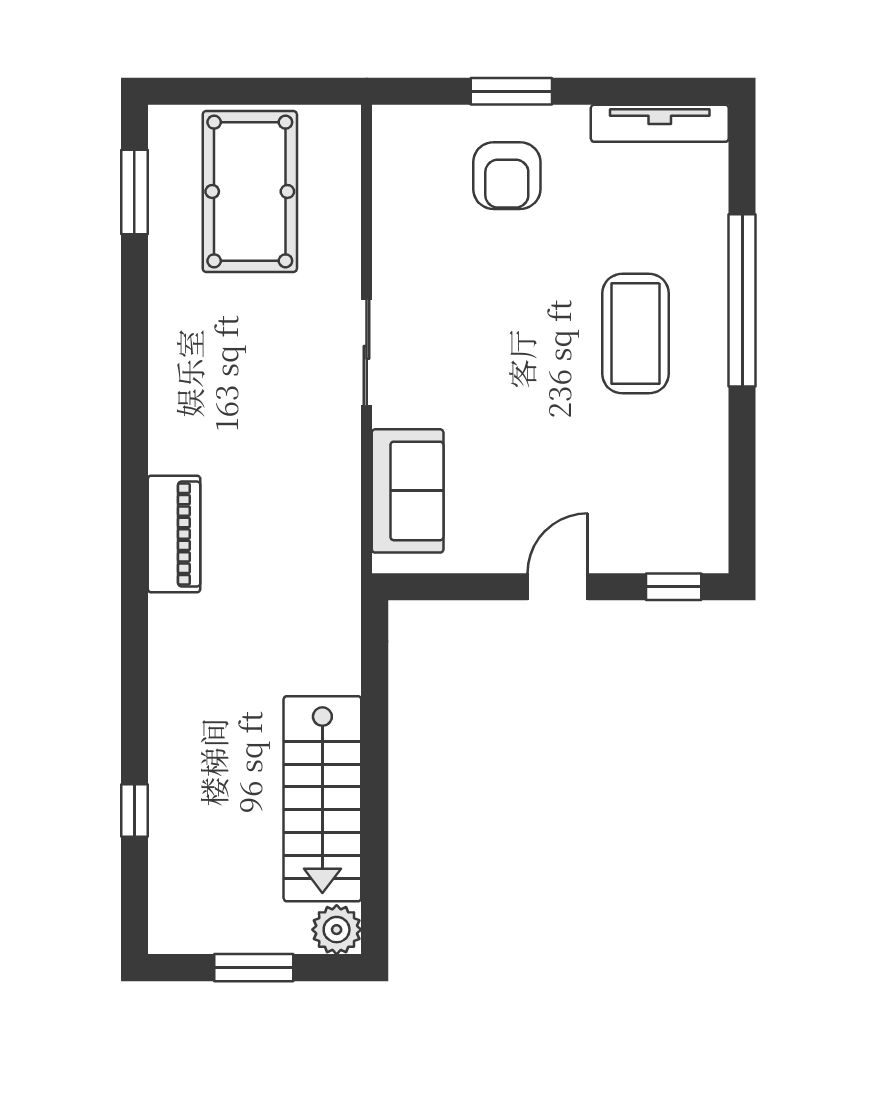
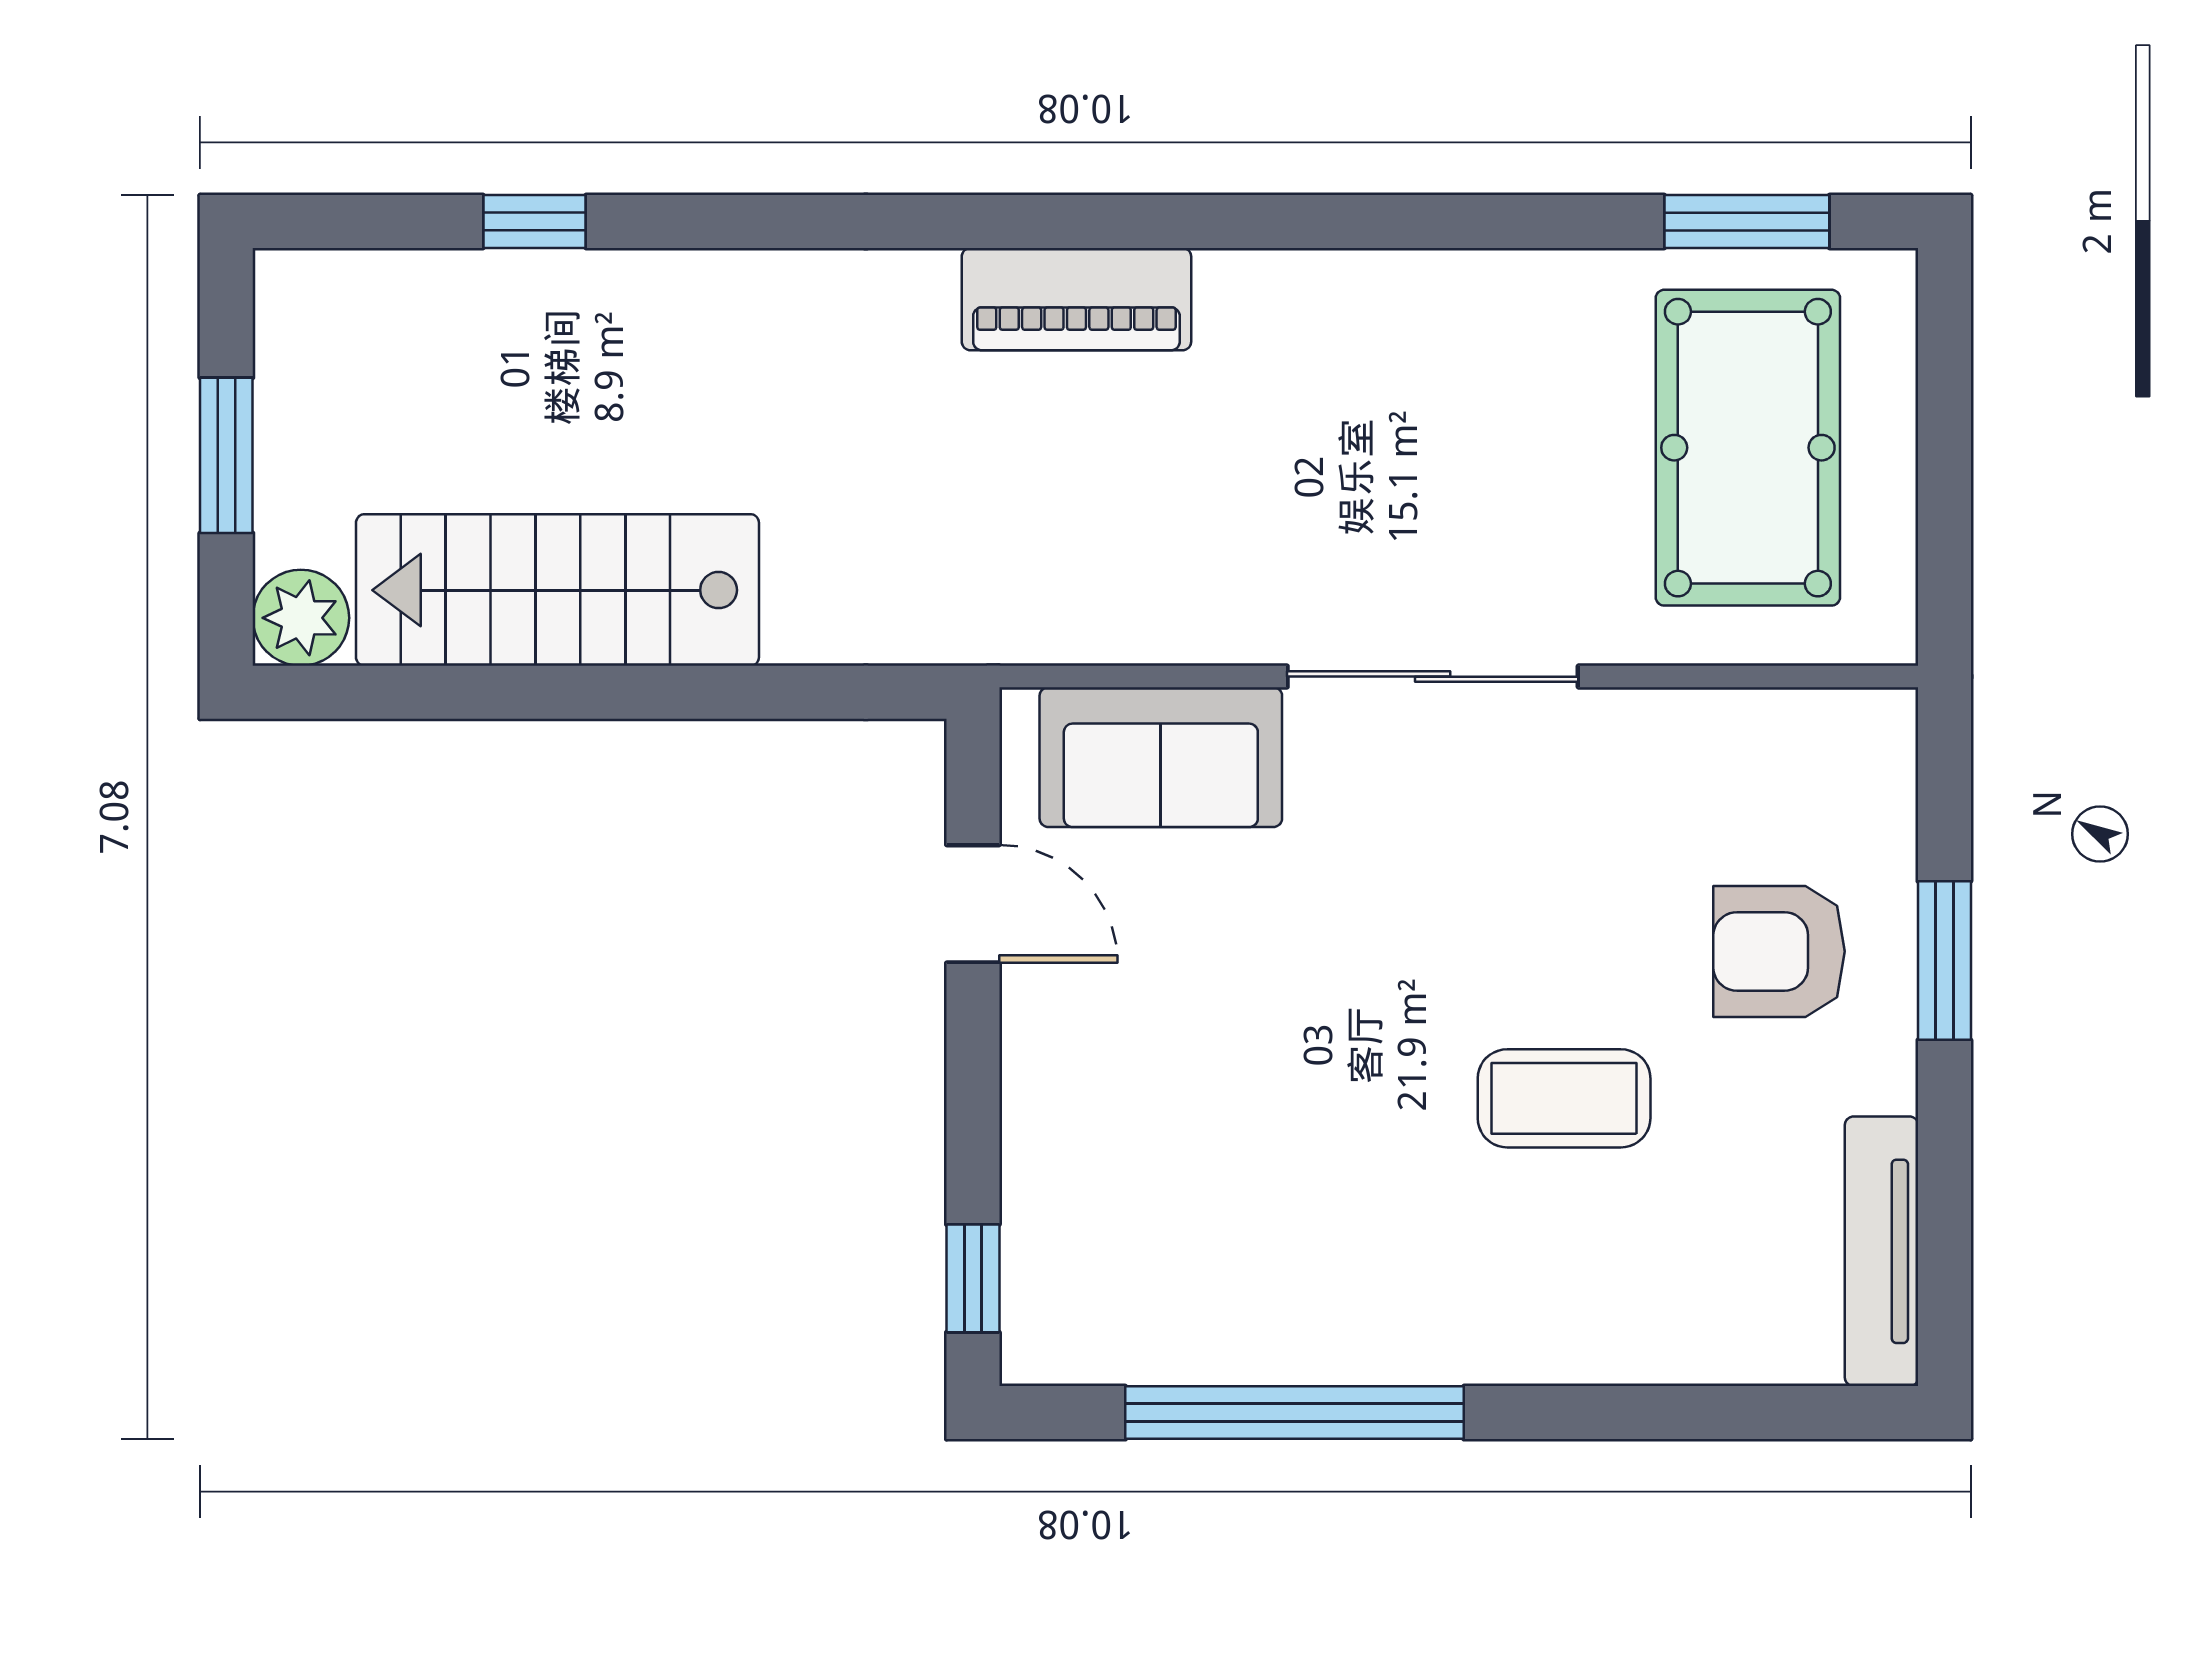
pool table: (250, 191) -> (1748, 448), turned 90
window: (742, 300) -> (1295, 1413), moved
coffee table: (636, 334) -> (1564, 1098), moved, width x0.73, depth x0.76
sliding door: (367, 352) -> (1433, 677), width x1.37
door: (558, 587) -> (973, 904), moved

